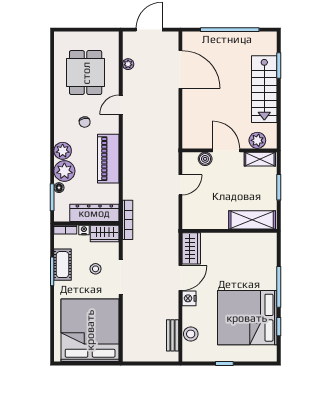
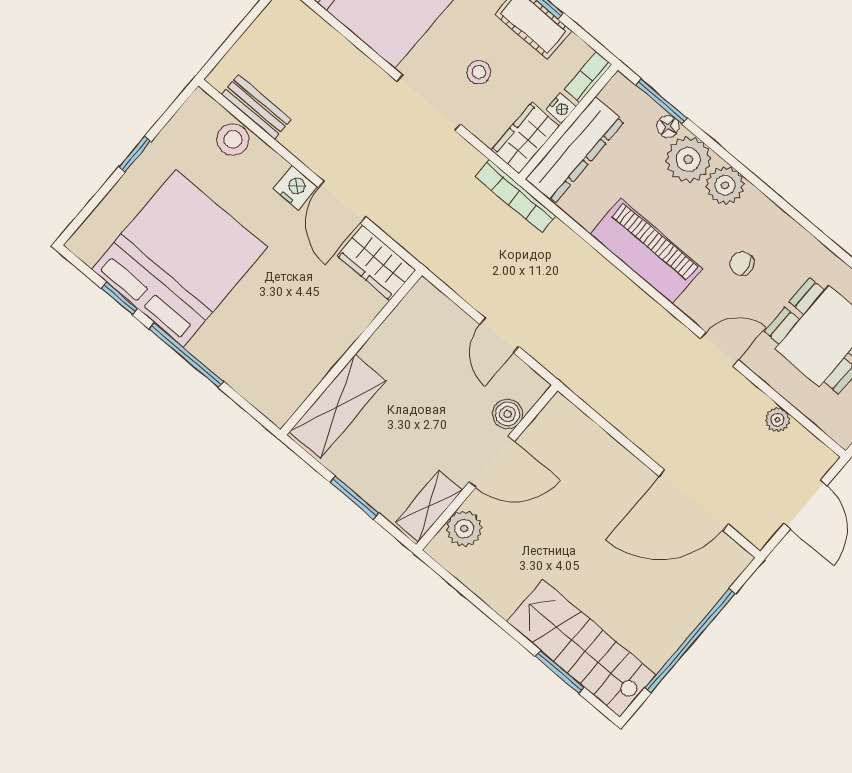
stairs: (264, 89) -> (581, 648), moved
door: (121, 105) -> (719, 349), hinge flipped

